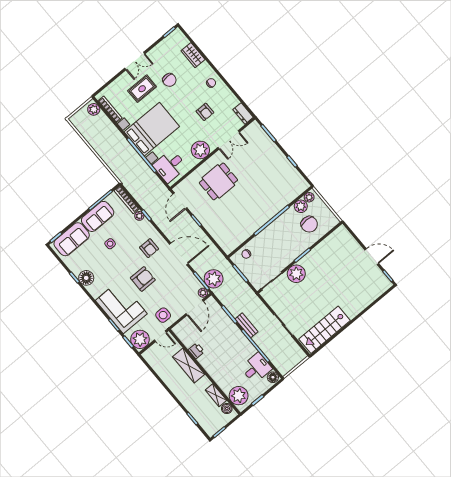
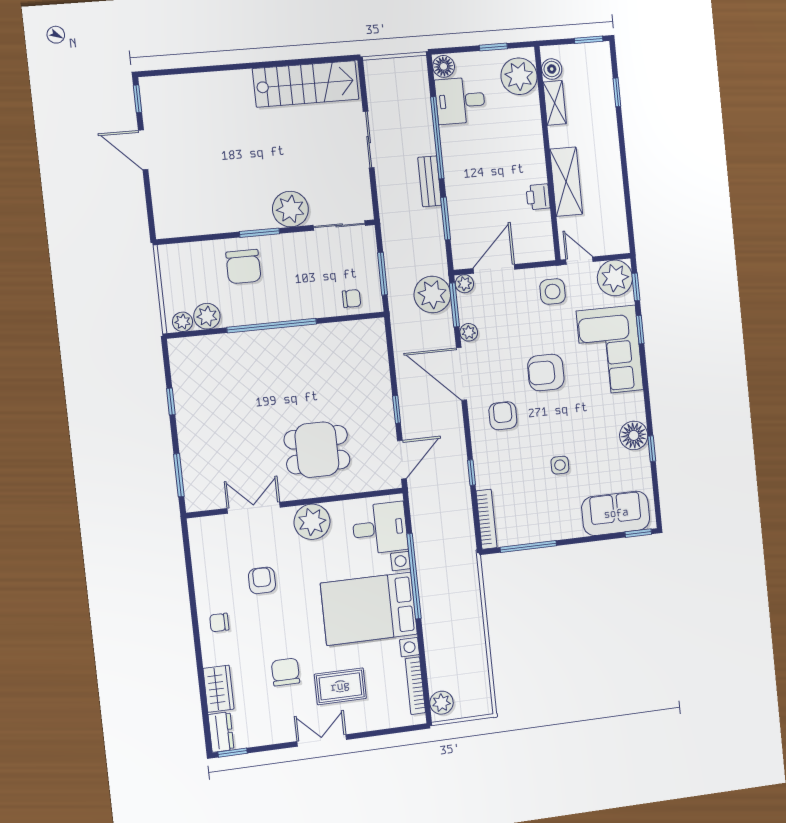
dresser: (243, 113) -> (221, 732), moved
sofa: (98, 216) -> (551, 523), removed
plant: (139, 216) -> (469, 332), moved
chair: (309, 224) -> (243, 267), moved, turned 180

